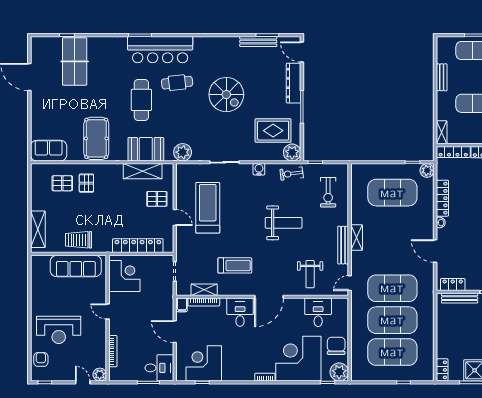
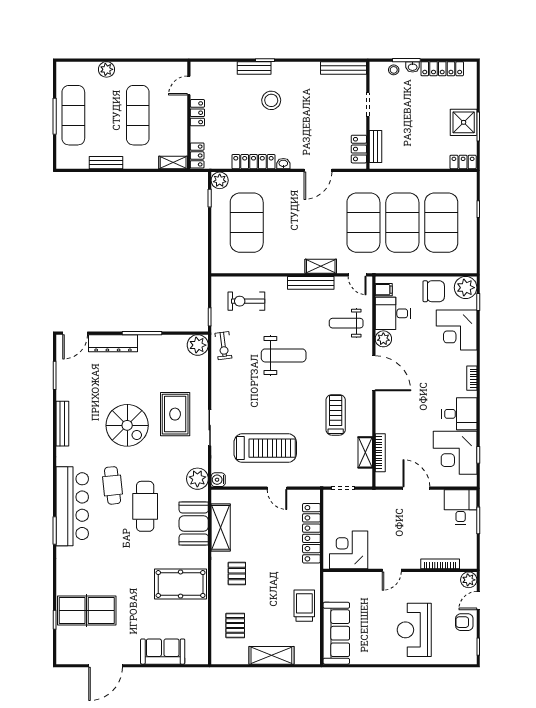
bench: (258, 42) -> (62, 424), moved
spiral stairs: (226, 95) -> (127, 425), turned 90
cafe table: (141, 100) -> (145, 506), moved, turned 90
rug: (273, 131) -> (175, 414), moved
sofa: (49, 151) -> (163, 652), moved, turned 90
locker: (453, 152) -> (197, 155), width x0.66
water cooler: (259, 169) -> (218, 480), moved
pallet: (86, 183) -> (237, 573), moved, turned 90
exercise bike: (328, 192) -> (246, 301), turned 180
pallet: (157, 199) -> (254, 510), removed
treadmill: (208, 208) -> (265, 448), turned 180
door: (175, 217) -> (277, 488), swing flipped
weight bench: (284, 223) -> (284, 355), turned 90
shelving: (38, 229) -> (271, 655), moved
shelving: (357, 238) -> (321, 266), moved
trolley: (79, 240) -> (304, 606), turned 180
sofa: (76, 266) -> (336, 633), moved
weight bench: (310, 274) -> (346, 323), turned 180
bench: (460, 298) -> (375, 147), width x0.73
filing cabinet: (182, 305) -> (384, 290), moved
plant: (297, 305) -> (383, 339), added
desk: (240, 312) -> (459, 414), moved, turned 180
reception desk: (59, 330) -> (414, 630), turned 180
door: (175, 332) -> (416, 488), swing flipped
chair: (336, 346) -> (434, 291), turned 180
armchair: (41, 359) -> (464, 622), moved
corner desk: (298, 359) -> (457, 330), width x0.74, depth x0.74

